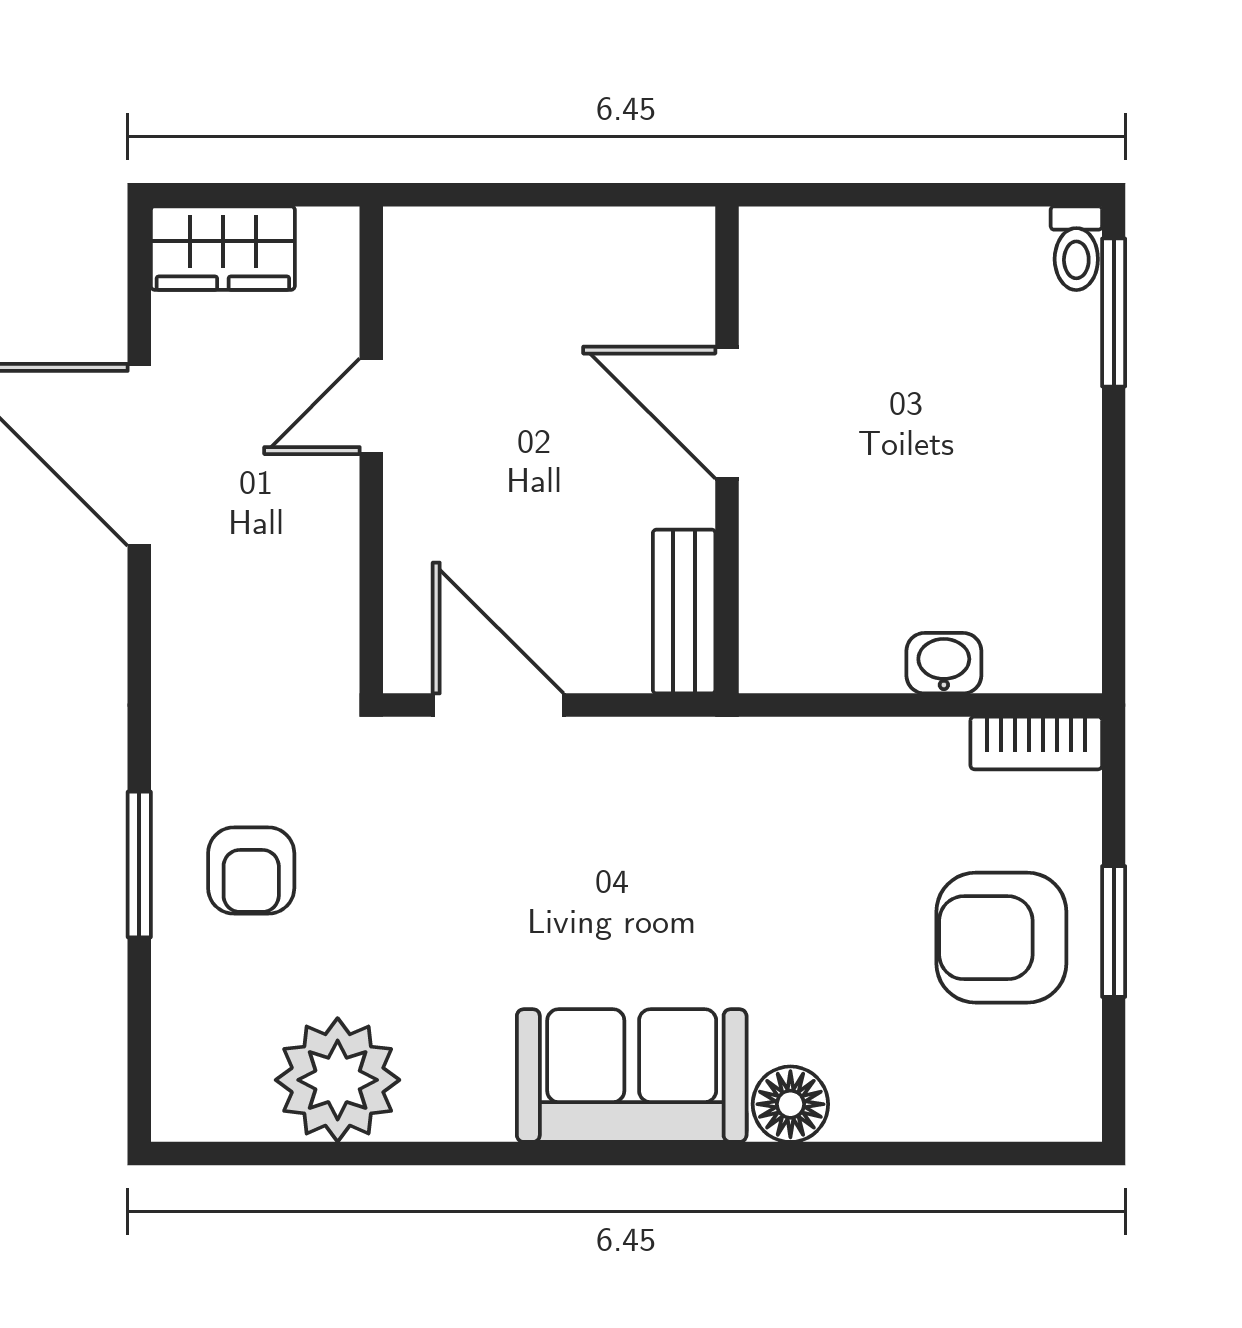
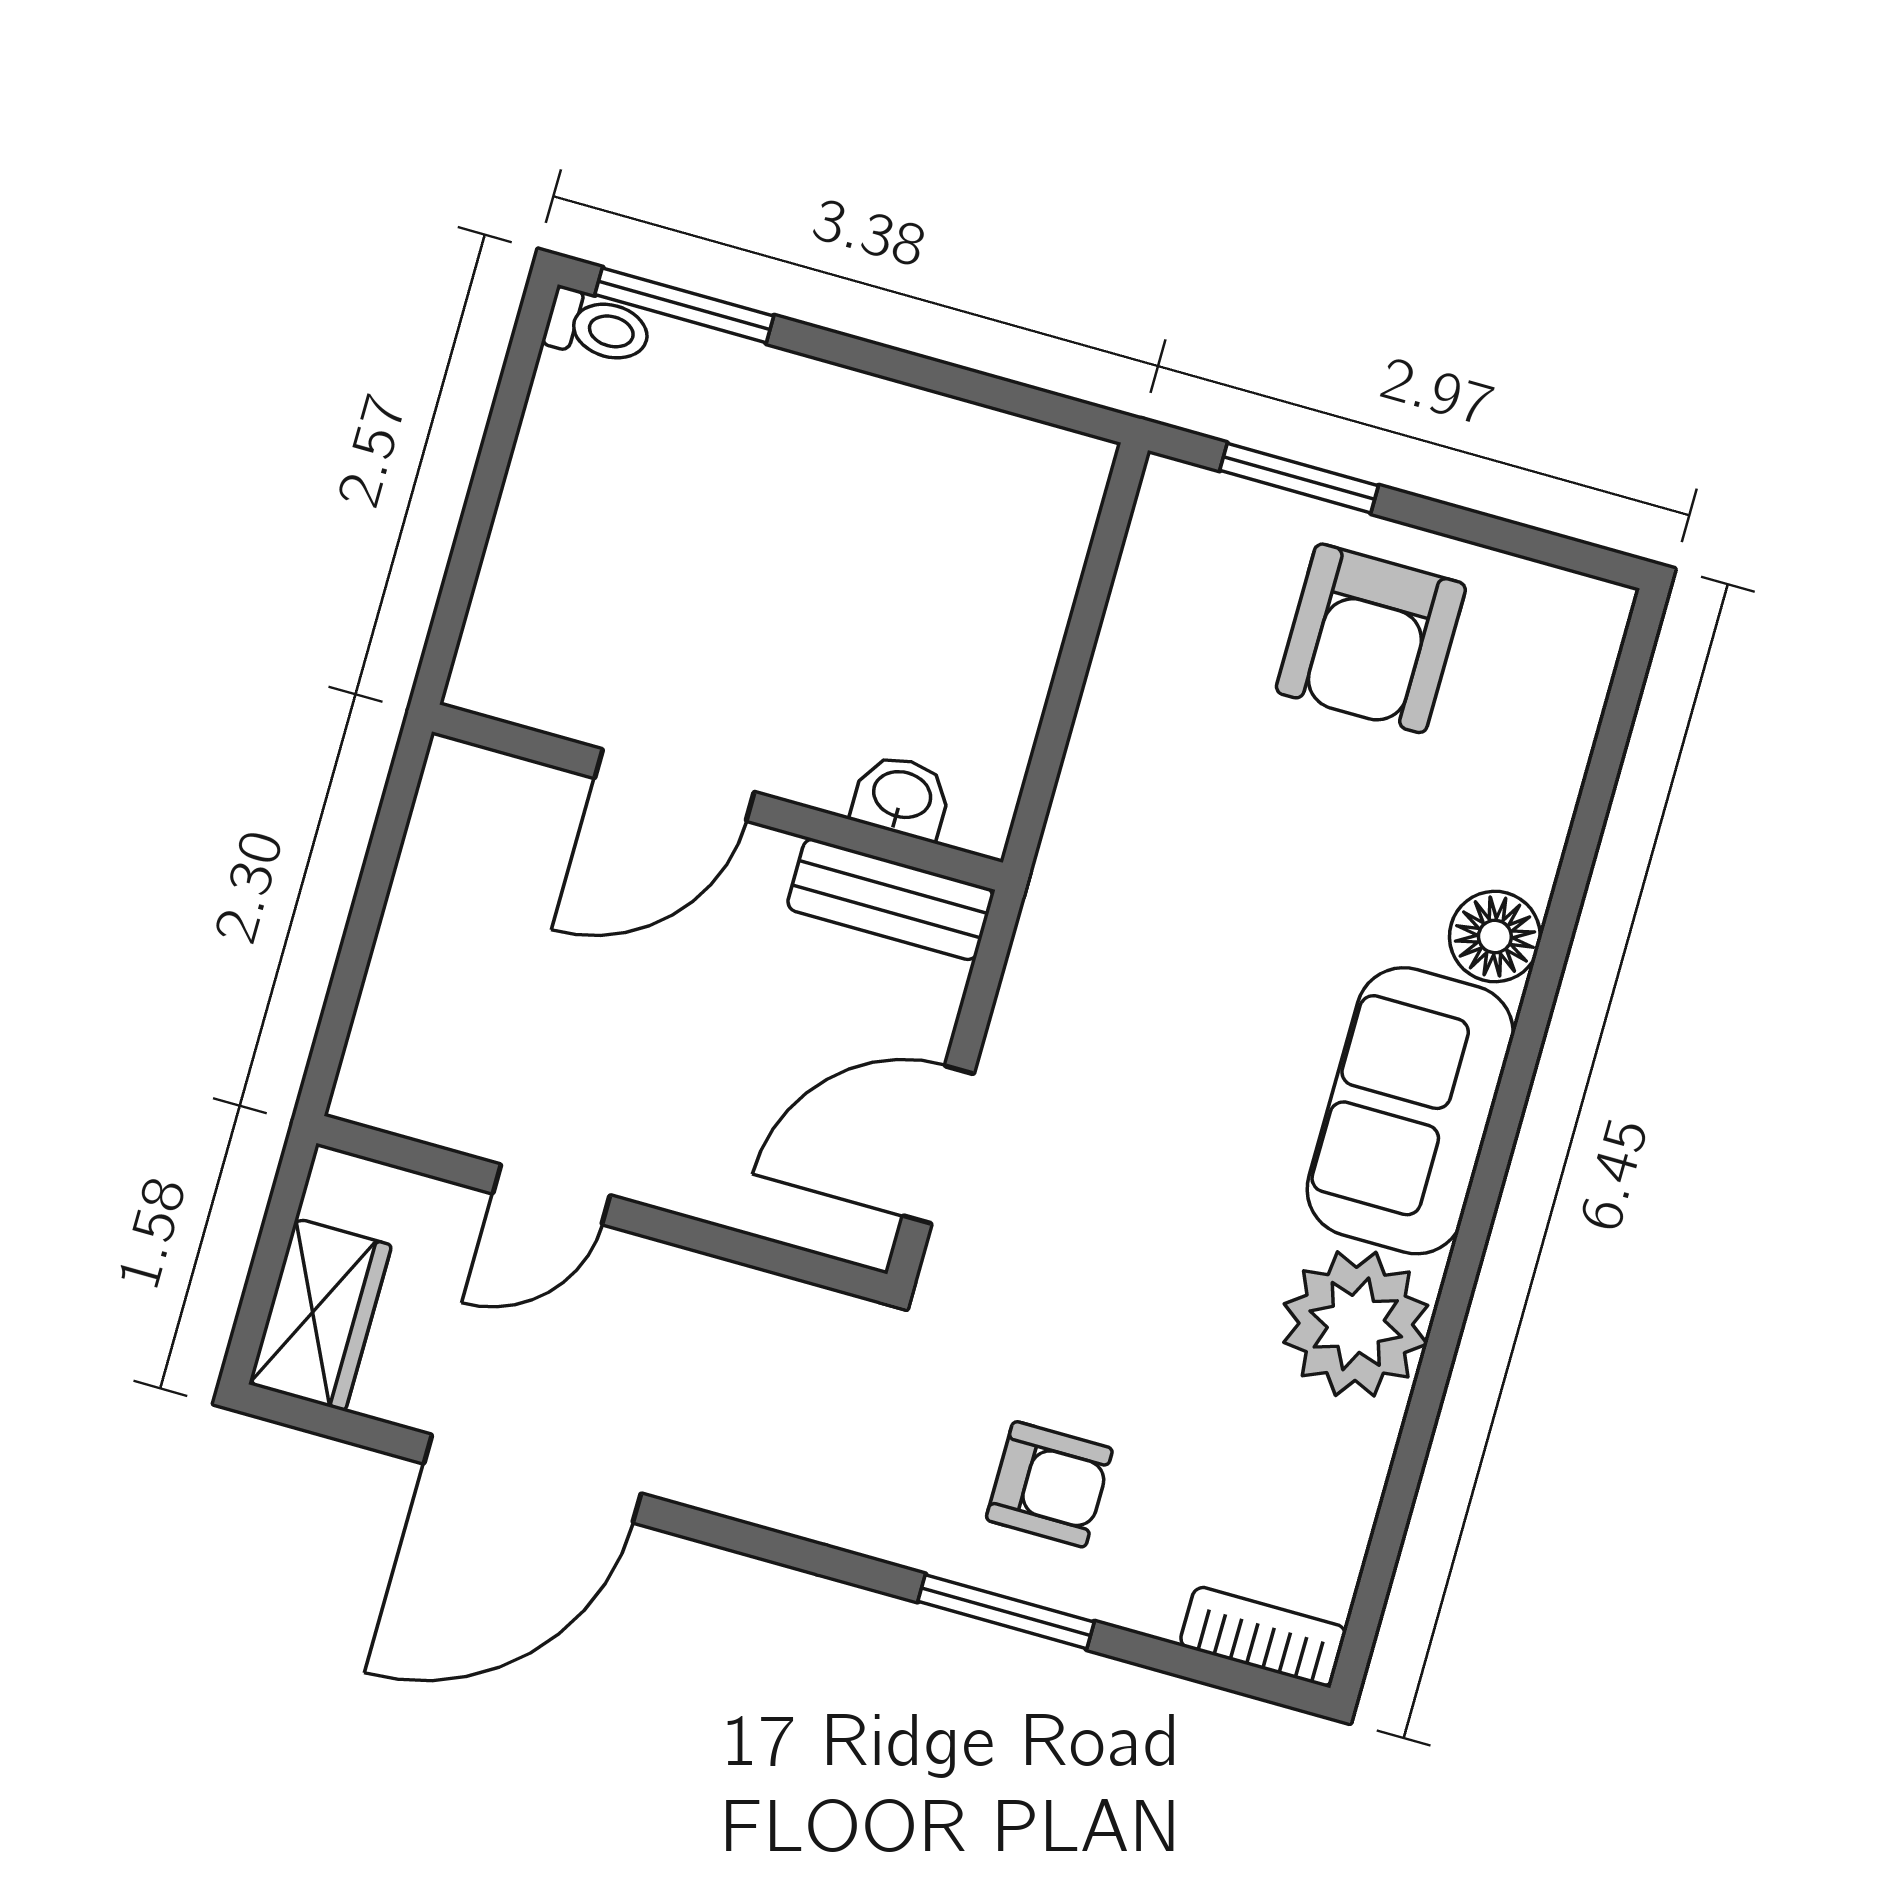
door: (371, 406) -> (551, 1194), hinge flipped
washbasin: (944, 663) -> (902, 797), moved, turned 90
bookcase: (1036, 743) -> (1263, 1637), moved, turned -90
window: (1114, 931) -> (1299, 478), moved
plant: (338, 1080) -> (1356, 1324), moved

